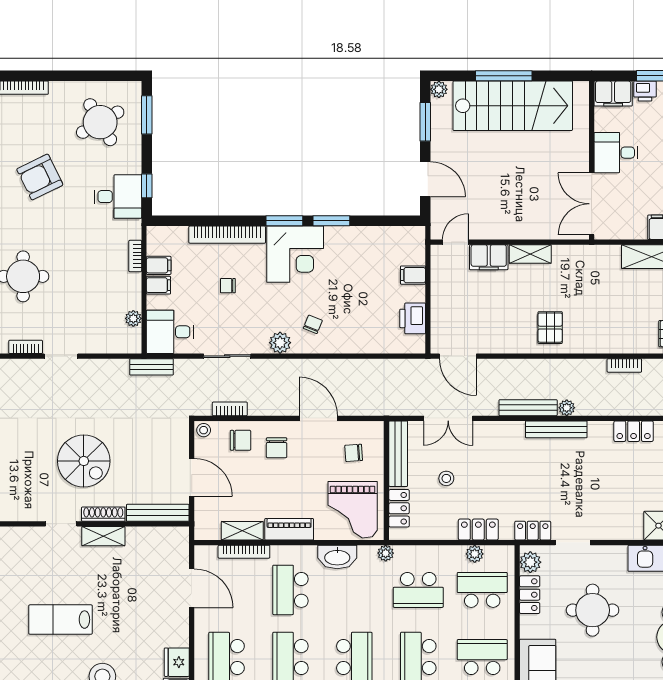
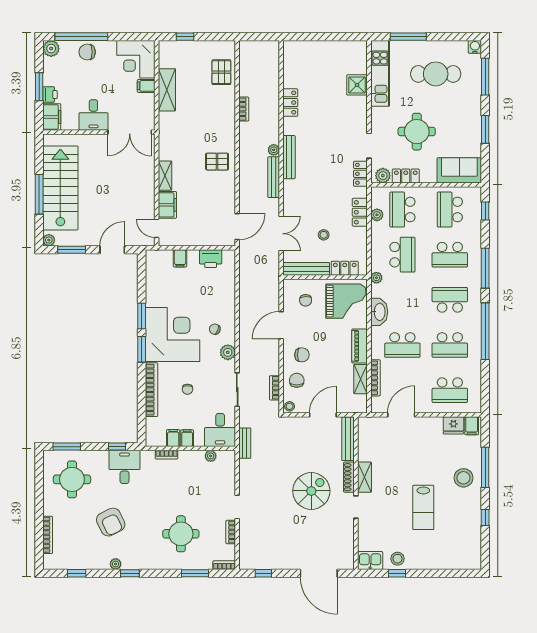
round table: (100, 122) -> (72, 479), turned 30
corner desk: (295, 254) -> (172, 334), width x1.36, depth x1.36

